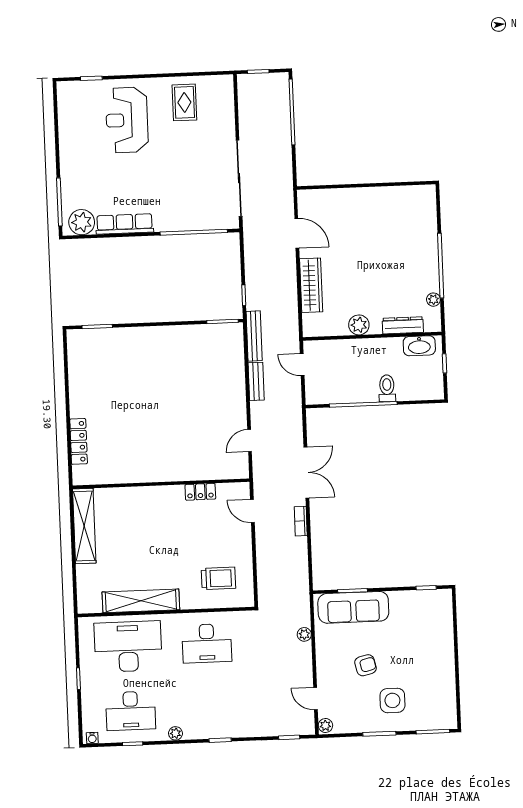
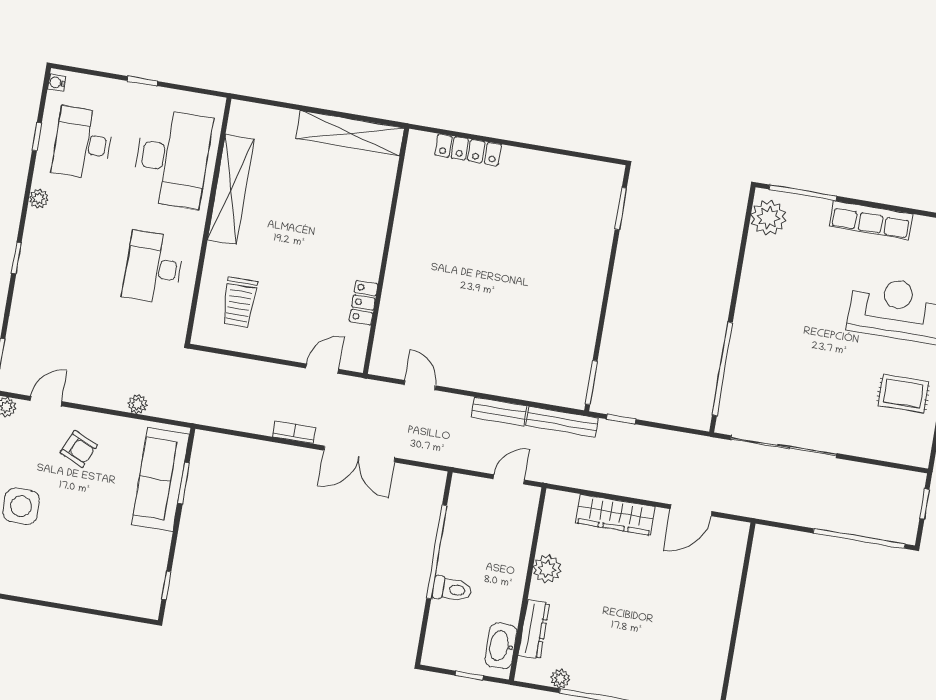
row of seats: (125, 224) -> (871, 220), moved, turned 90
armchair: (365, 665) -> (79, 449), moved, turned -52

